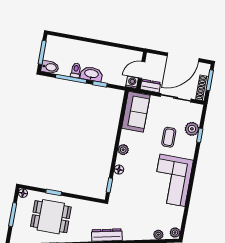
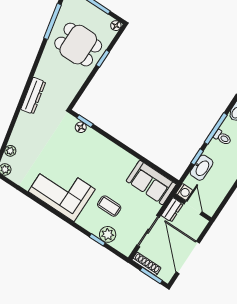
washbasin: (91, 74) -> (202, 168), moved
plant: (123, 150) -> (117, 152), removed
floor lamp: (119, 170) -> (81, 127), moved
dining table: (51, 217) -> (78, 45), turned 90

